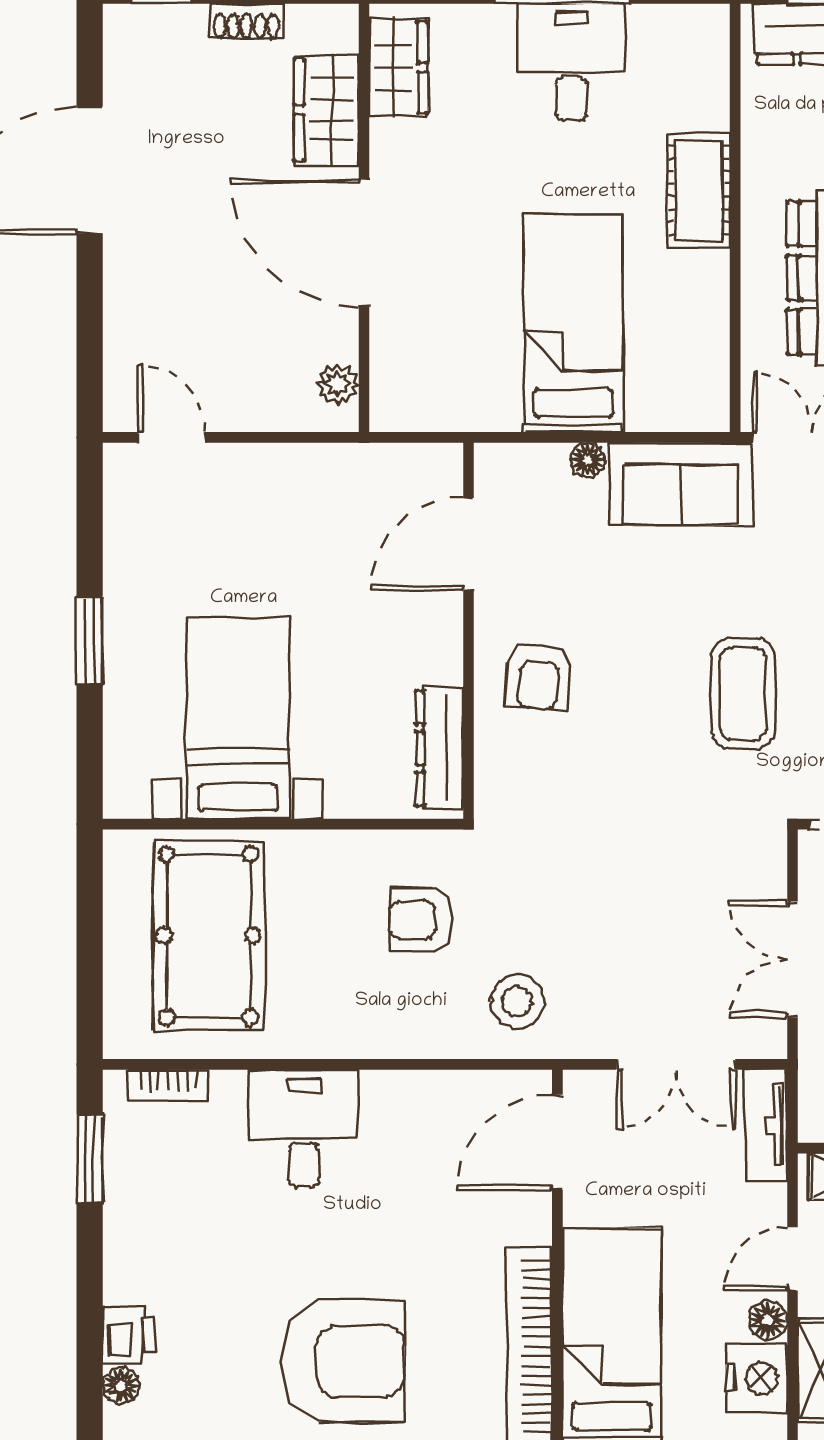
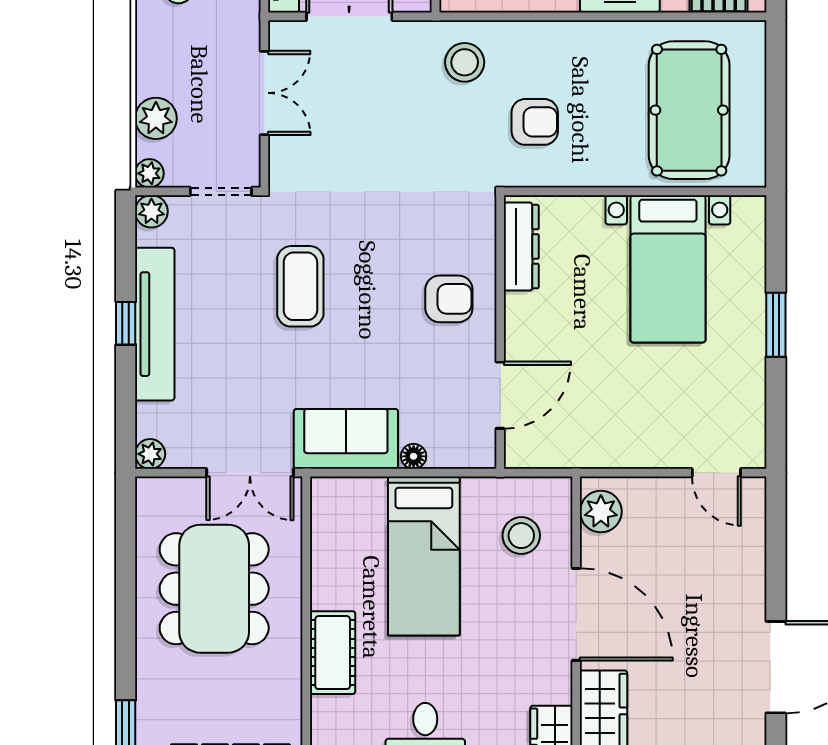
stool: (439, 351) -> (521, 536), added
plant: (338, 384) -> (601, 512), width x1.38, depth x1.38
armchair: (539, 676) -> (449, 299), turned 85

